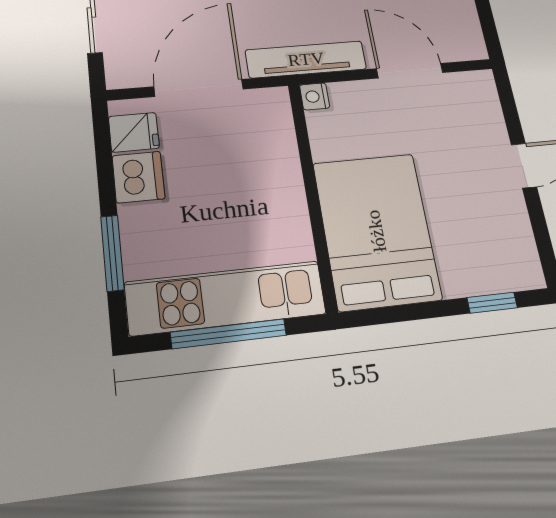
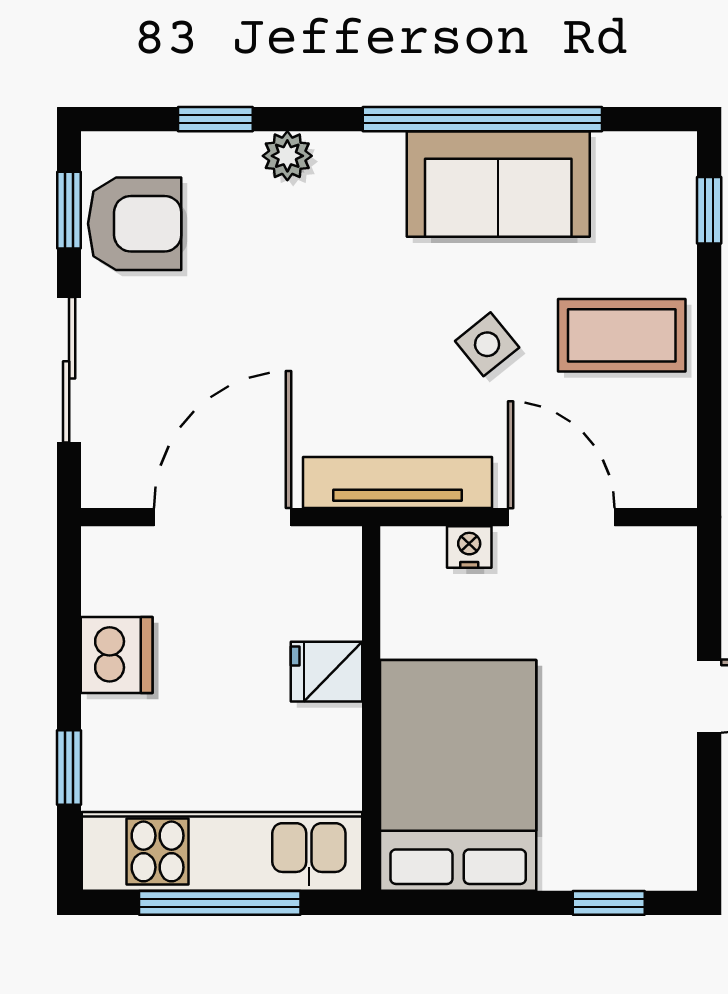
nightstand: (315, 96) -> (469, 547), moved, turned 90
fridge: (134, 132) -> (326, 672), moved, turned 180
window: (112, 253) -> (69, 767), width x0.67

